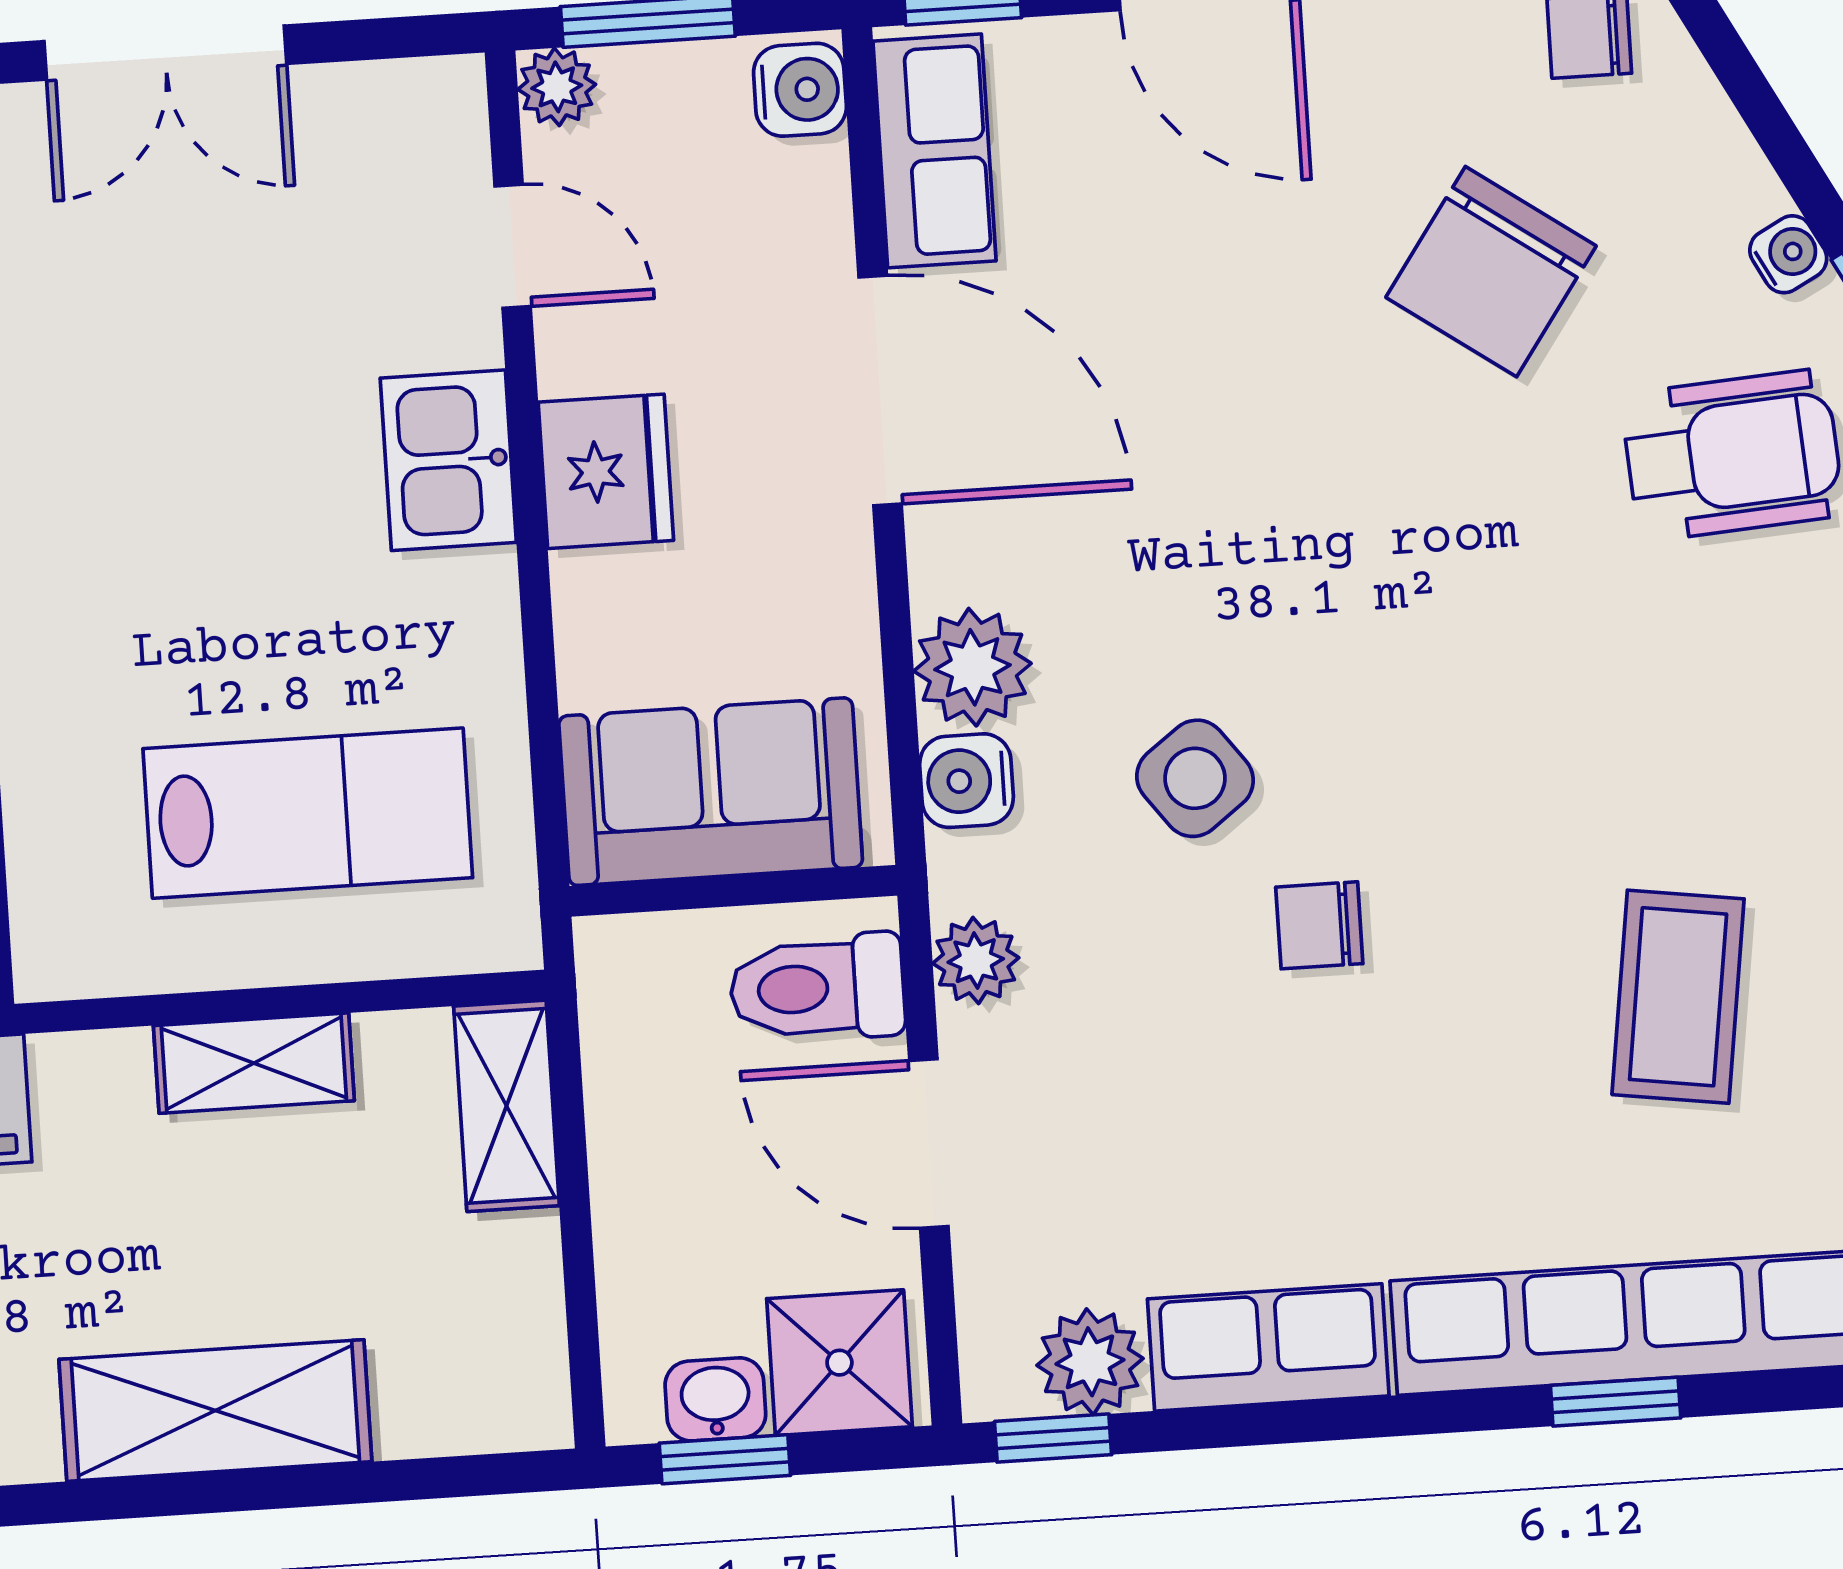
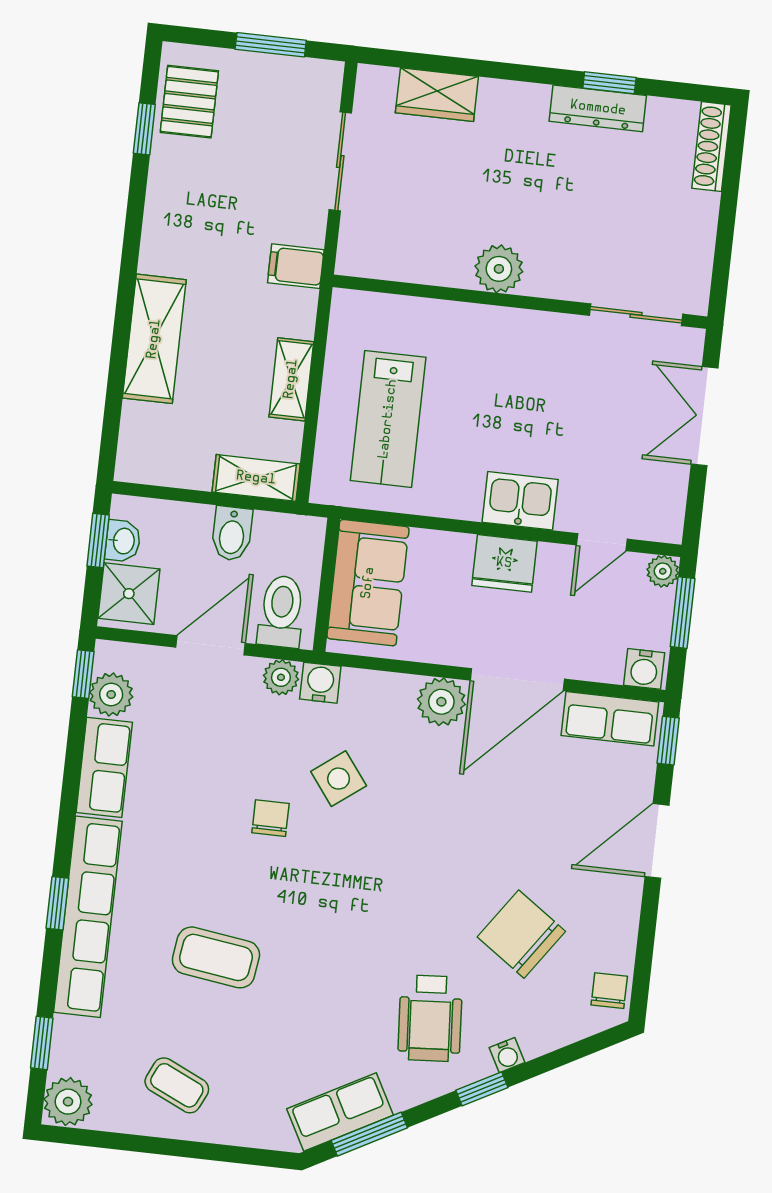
plant: (972, 667) -> (441, 702), moved
water cooler: (967, 781) -> (320, 683), moved
bidet: (651, 1140) -> (232, 534), added

